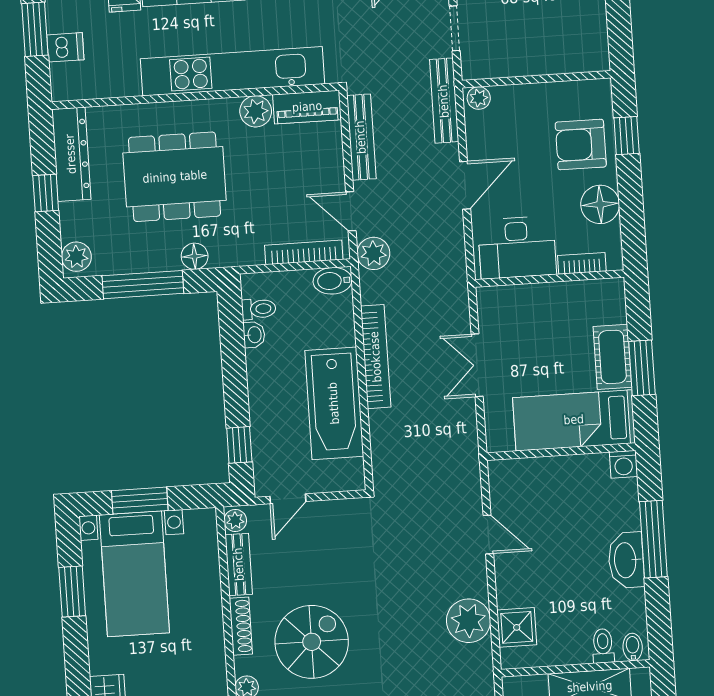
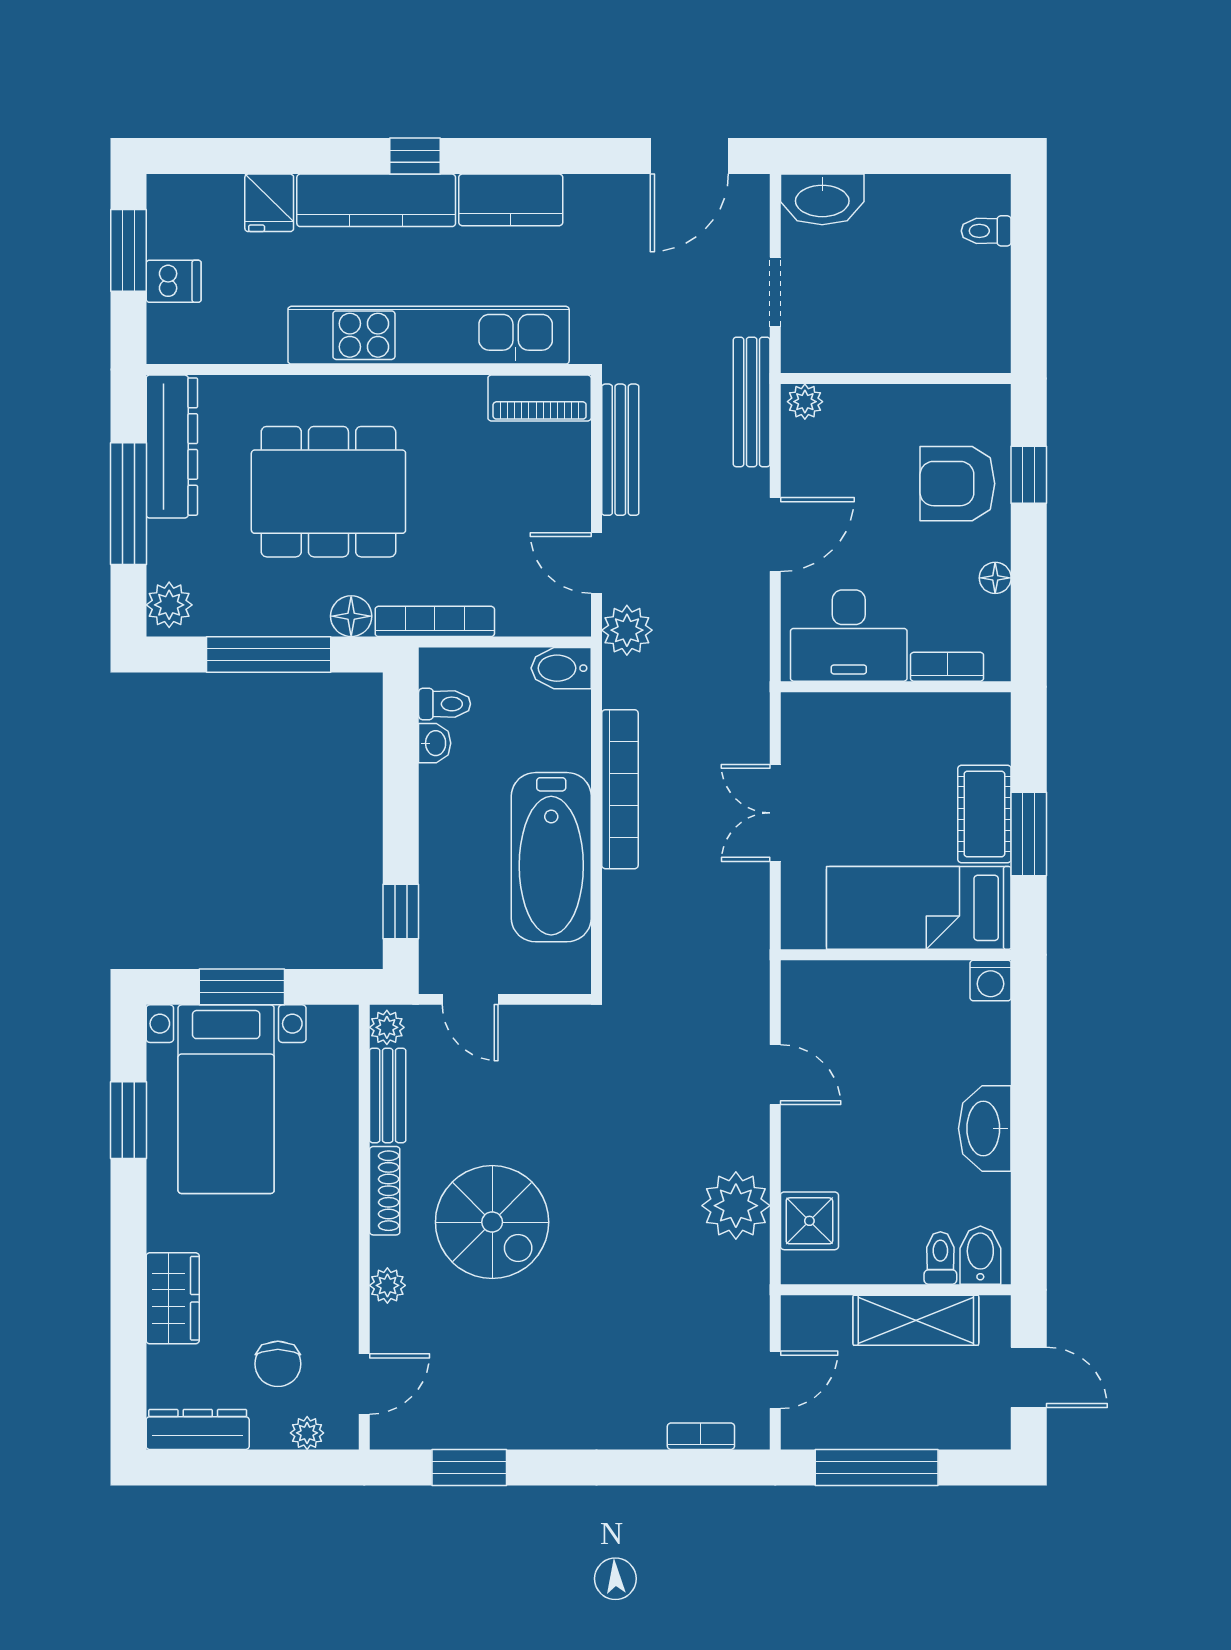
plant: (256, 111) -> (460, 399), removed
window: (46, 193) -> (128, 504), width x2.17
floor lamp: (600, 204) -> (995, 578), width x0.53, depth x0.53
bookcase: (304, 252) -> (435, 621), moved
door: (288, 499) -> (470, 999), hinge flipped
window: (653, 539) -> (1029, 1099), removed
spiral stairs: (312, 642) -> (492, 1222), turned 90
bidet: (633, 647) -> (980, 1255), width x1.38, depth x1.36

